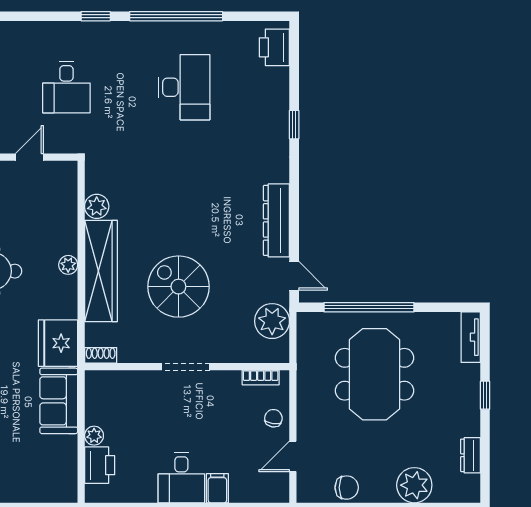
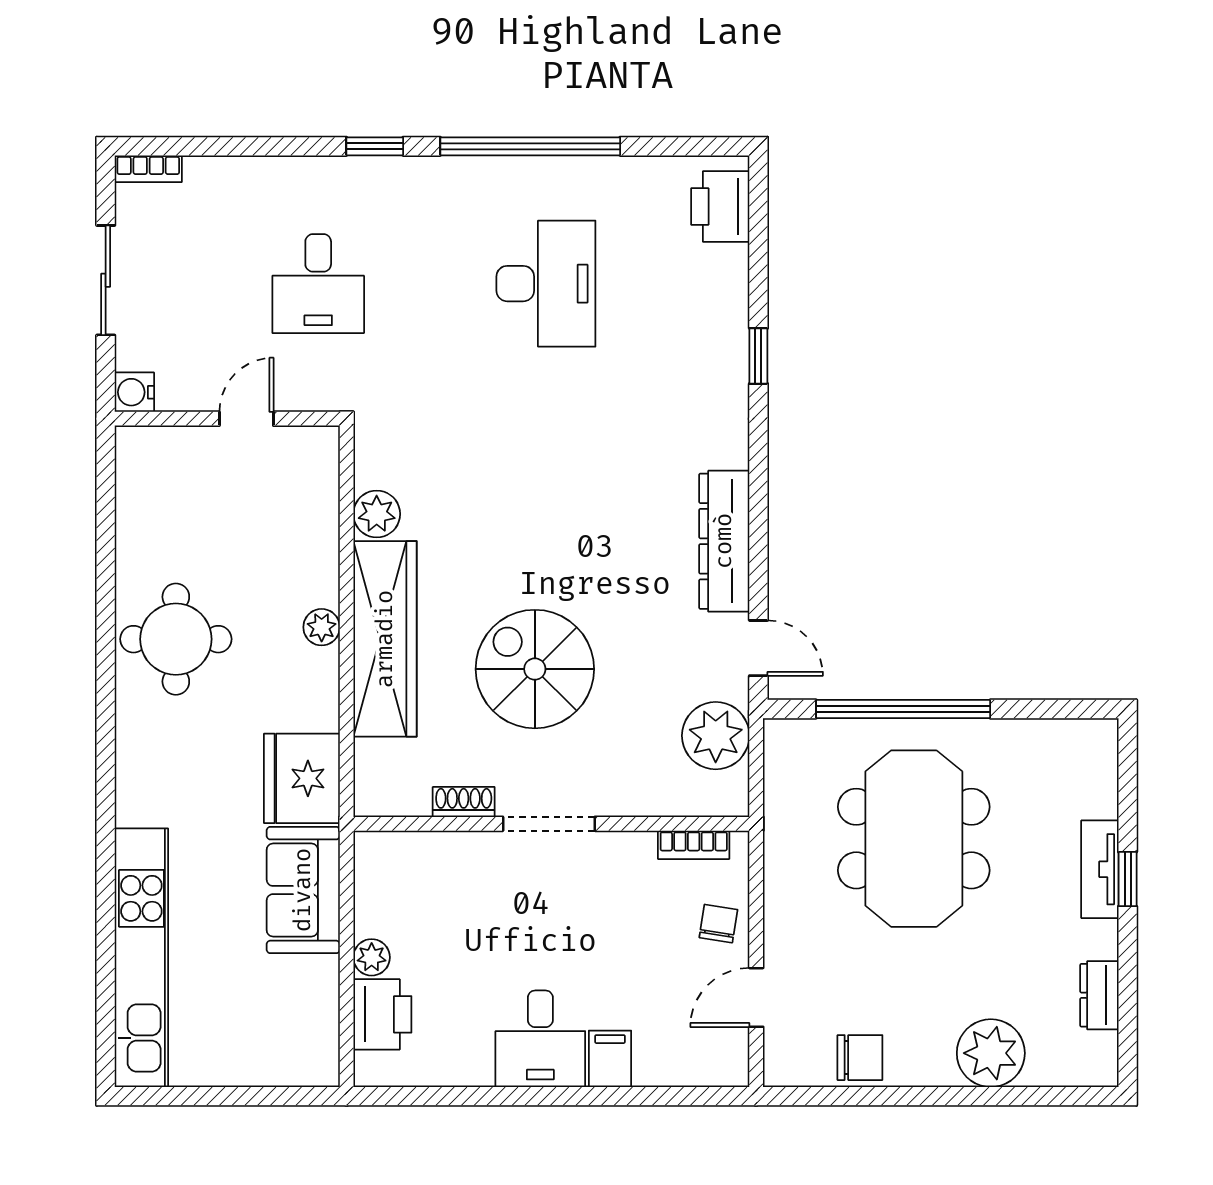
tv unit: (471, 337) -> (1100, 869), moved
shoe rack: (101, 355) -> (464, 802), moved

